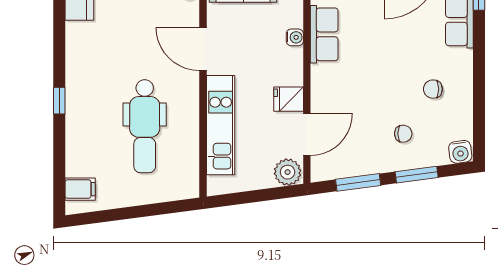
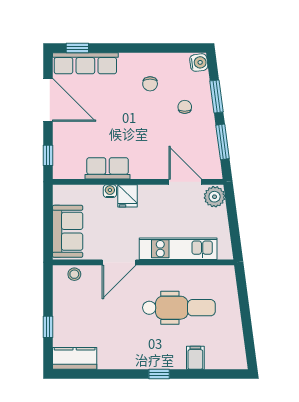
fridge: (289, 99) -> (127, 196), moved
filing cabinet: (80, 189) -> (195, 358), moved

